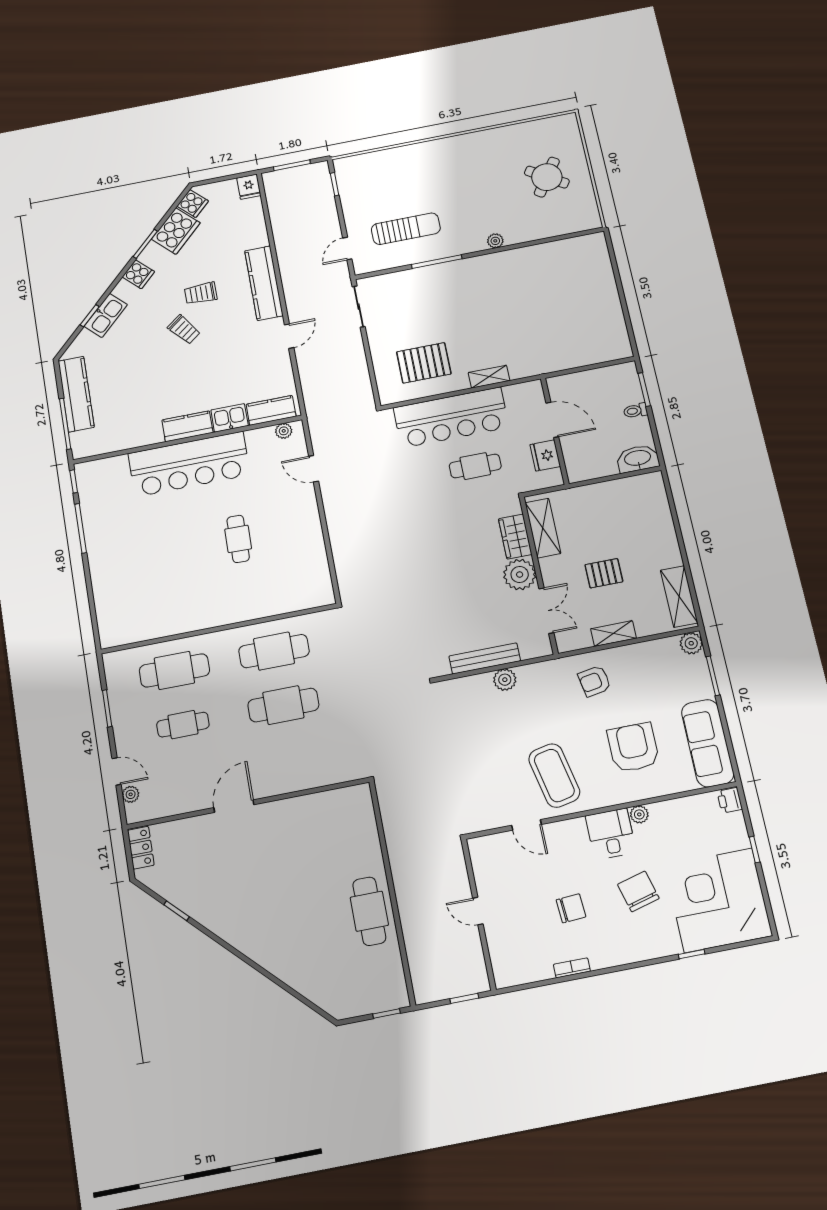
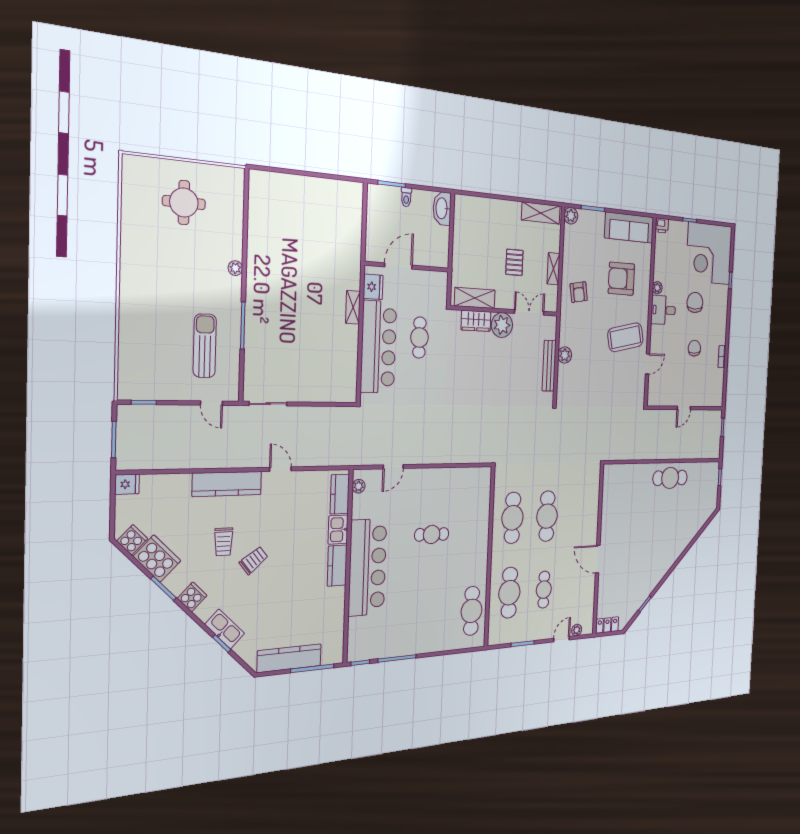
round table: (547, 177) -> (184, 203), turned -33
pallet: (424, 363) -> (329, 359), removed
fridge: (545, 456) -> (373, 287), moved, turned -90
cafe table: (146, 619) -> (472, 611), added
chair: (638, 891) -> (695, 302), turned 105

